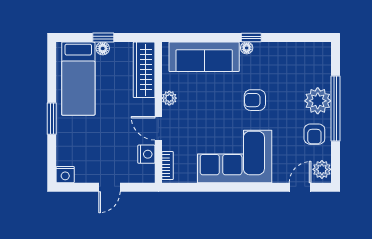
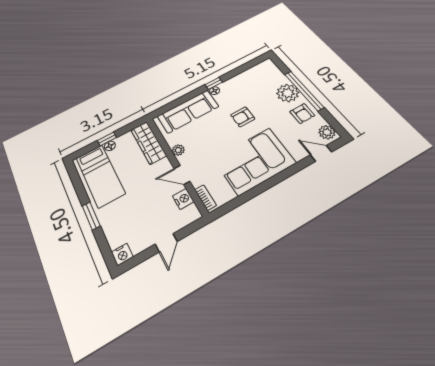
door: (300, 187) -> (321, 153), hinge flipped

